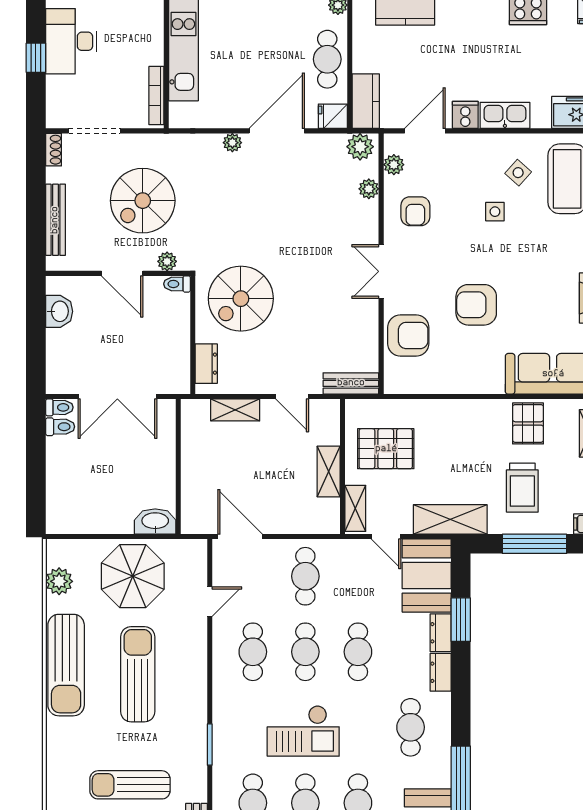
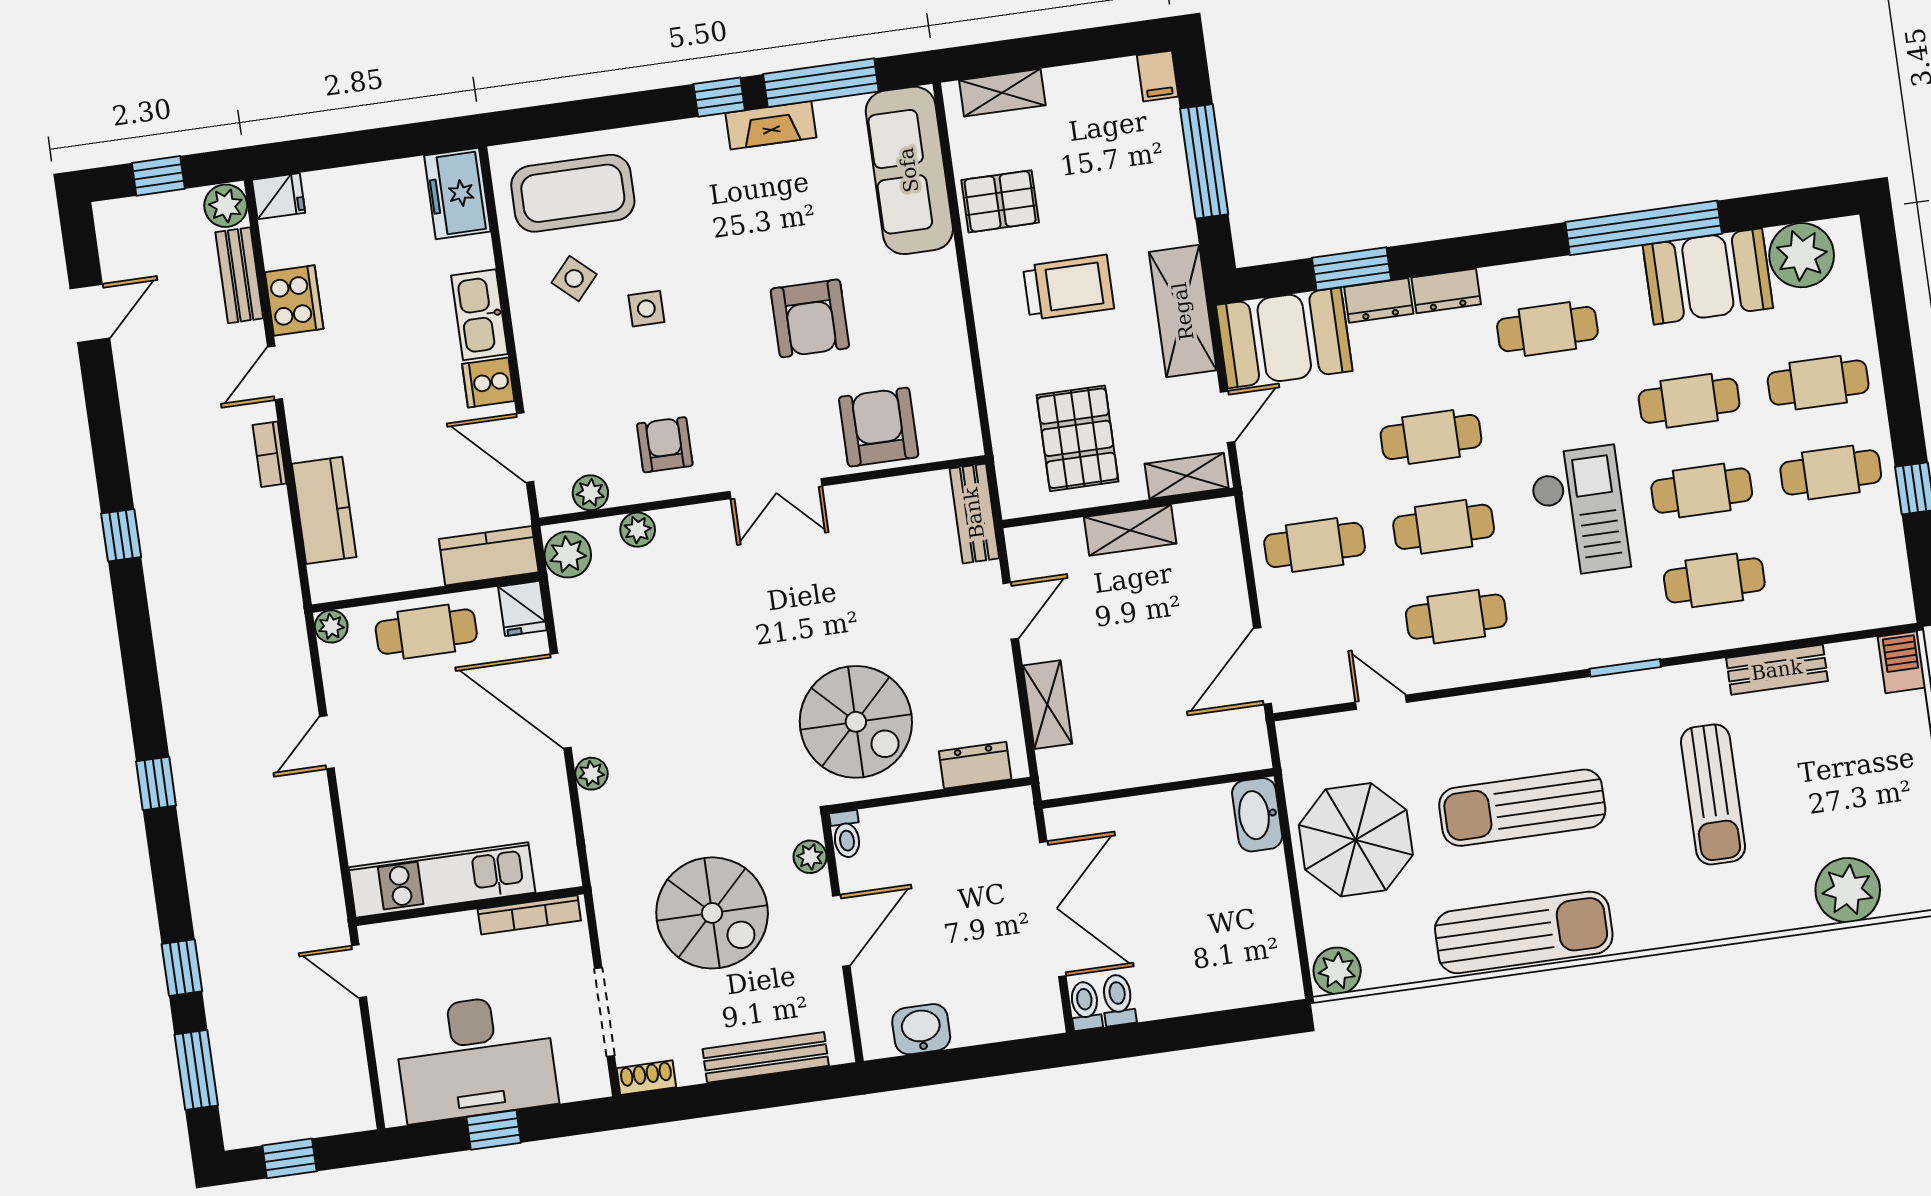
desk: (71, 41) -> (476, 1058), width x1.36, depth x1.30
armchair: (415, 211) -> (665, 445), turned -90
trolley: (522, 488) -> (1069, 287), moved
plant: (59, 581) -> (1337, 971), moved

